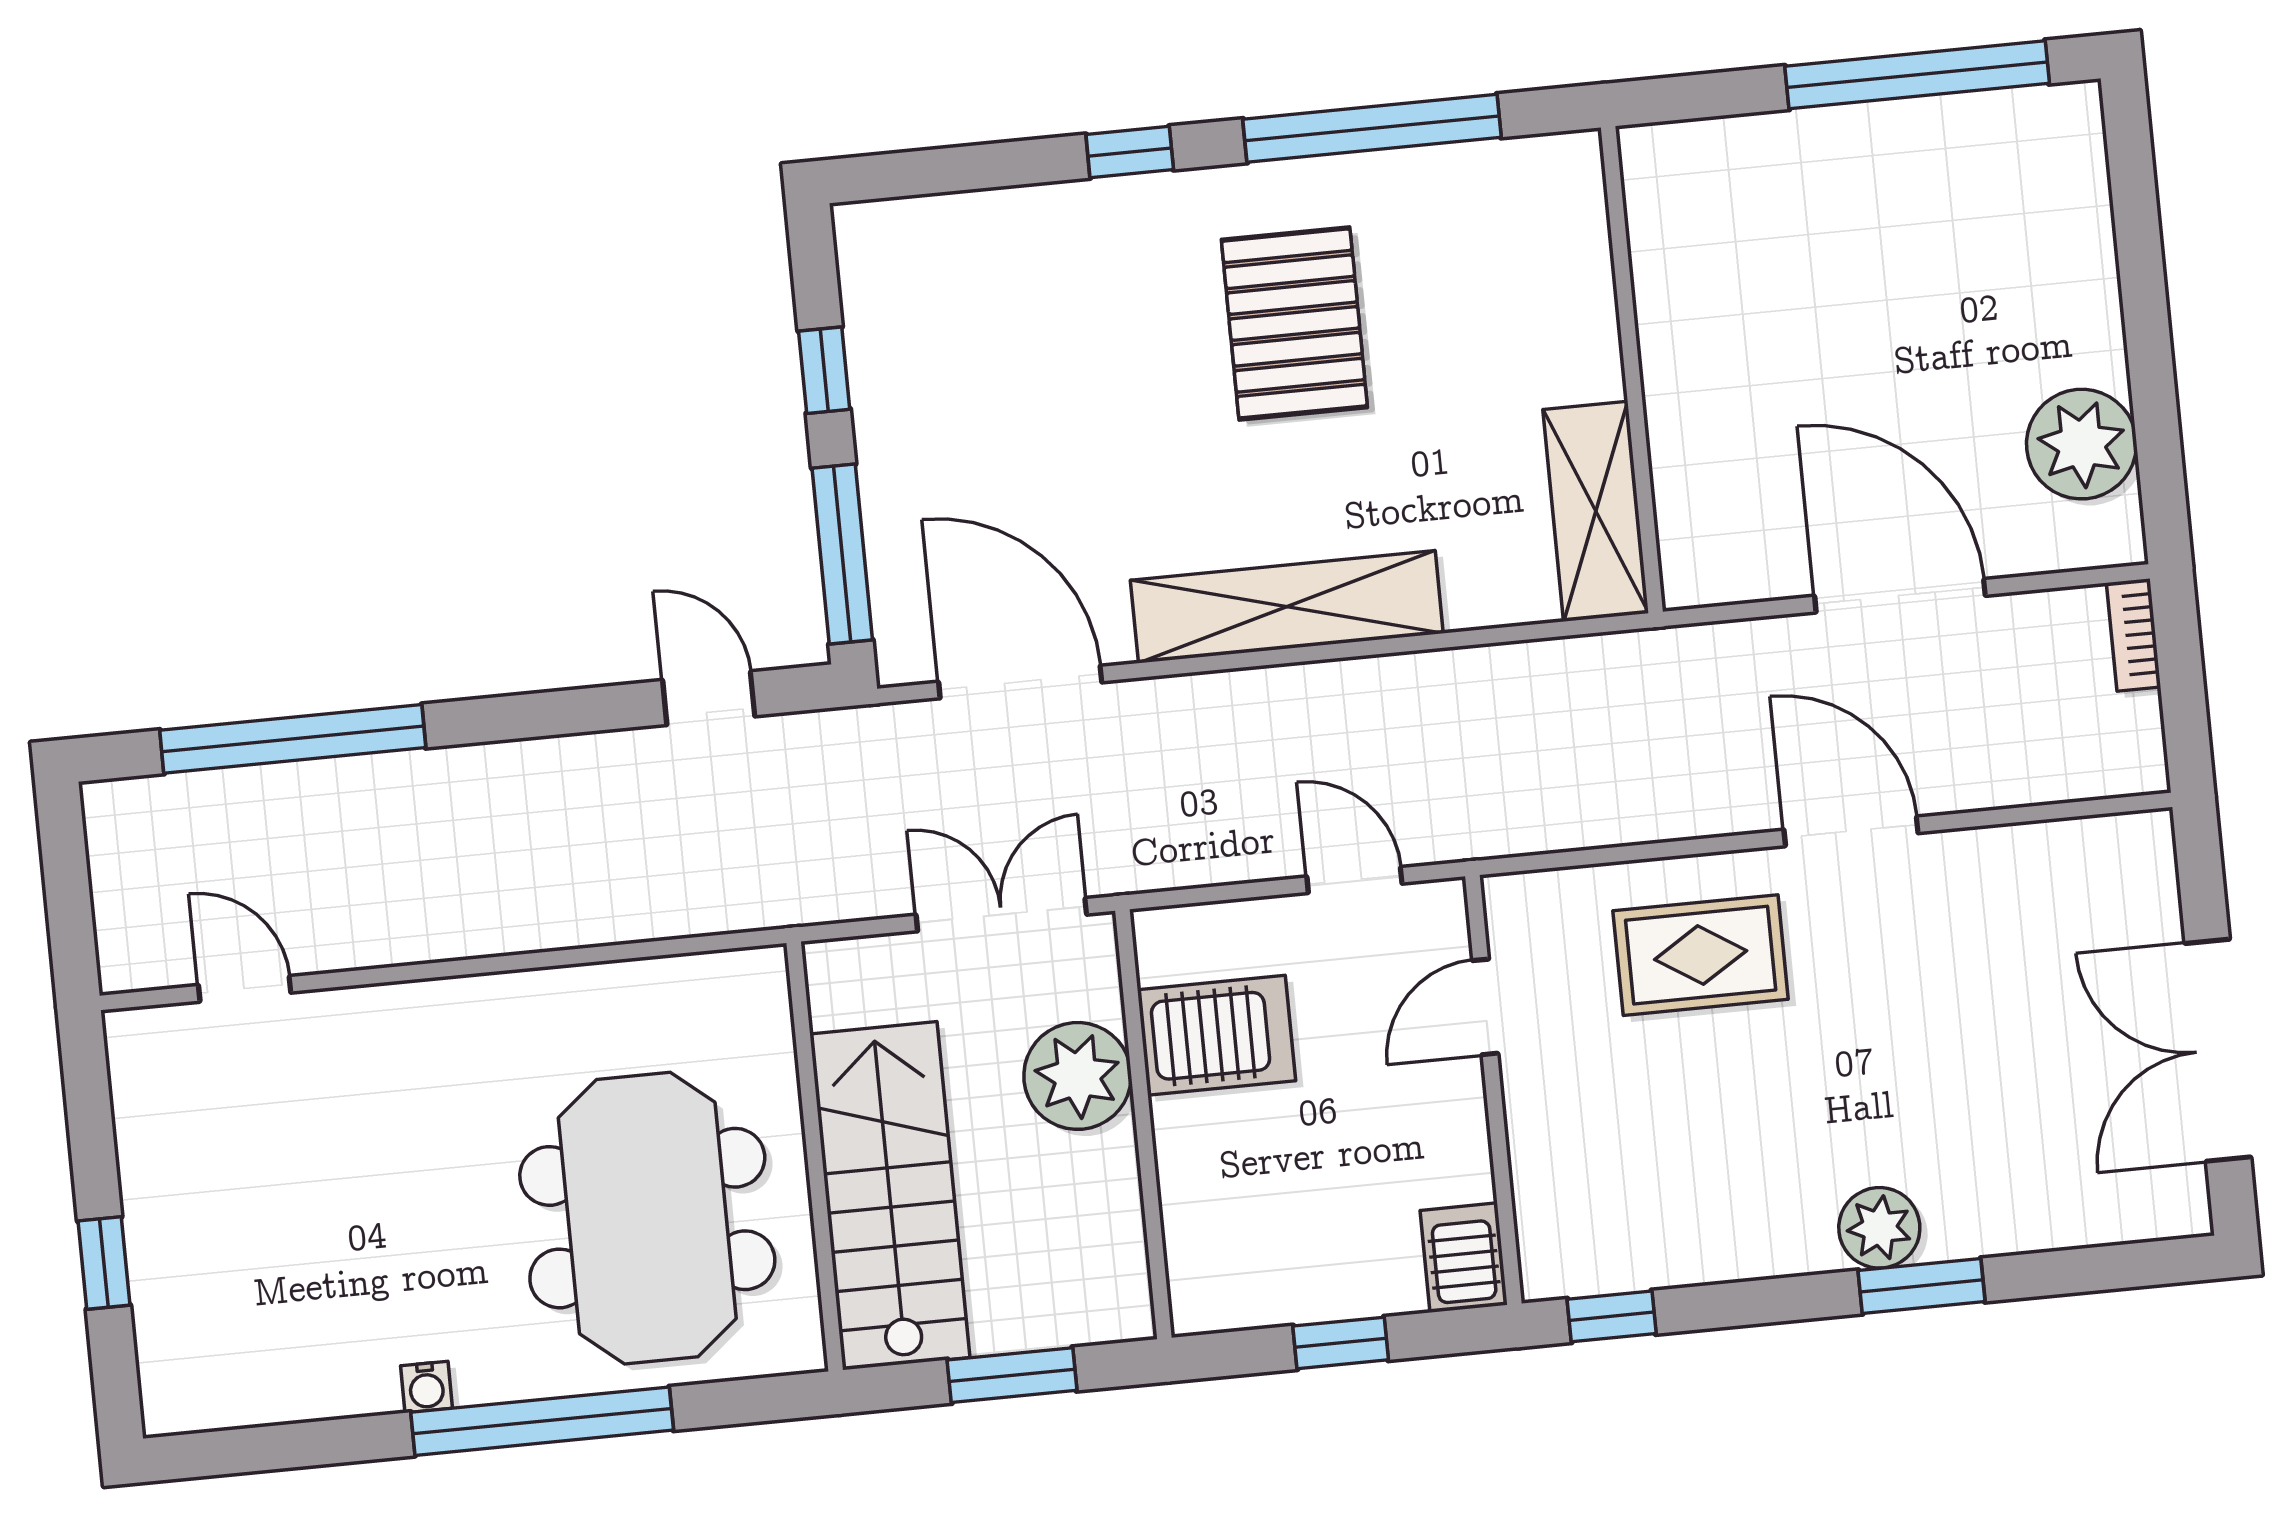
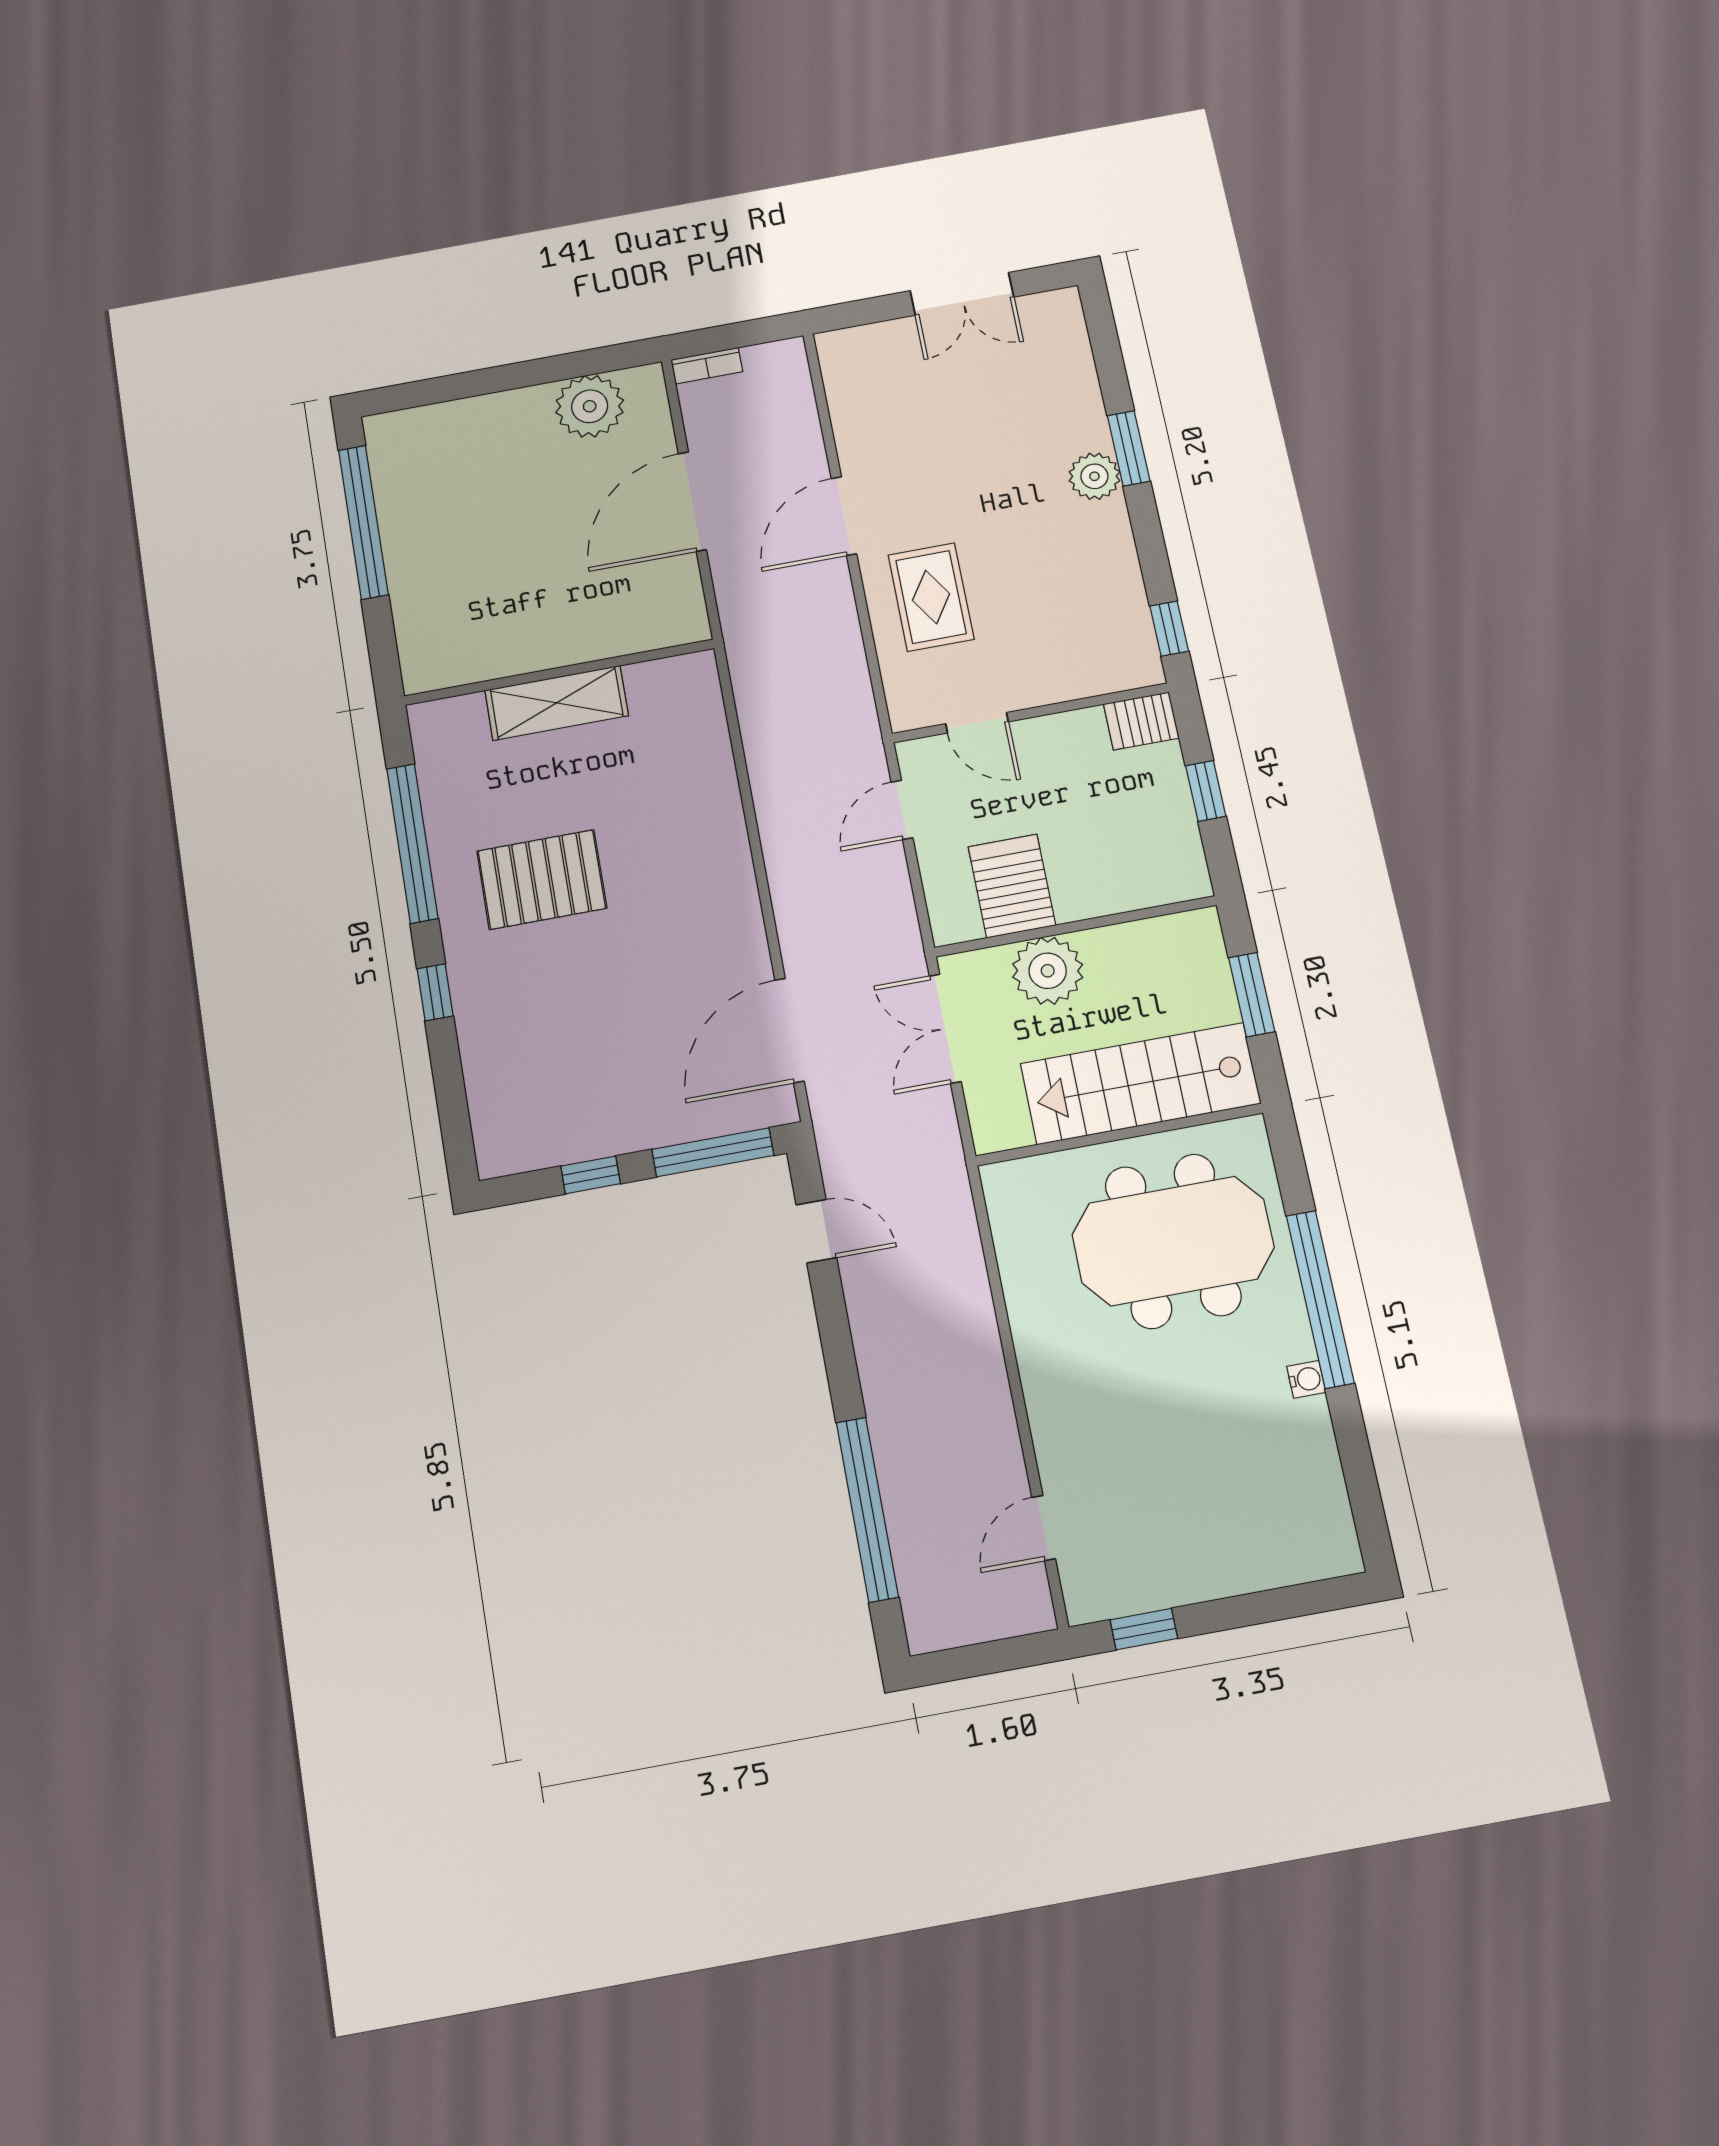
shelving: (1596, 511) -> (557, 703), moved
shelving: (1287, 607) -> (727, 868), removed
door: (709, 698) -> (816, 1231), swing flipped
double door: (2218, 1050) -> (962, 294), width x0.73
window: (104, 1263) -> (1144, 1629), moved

